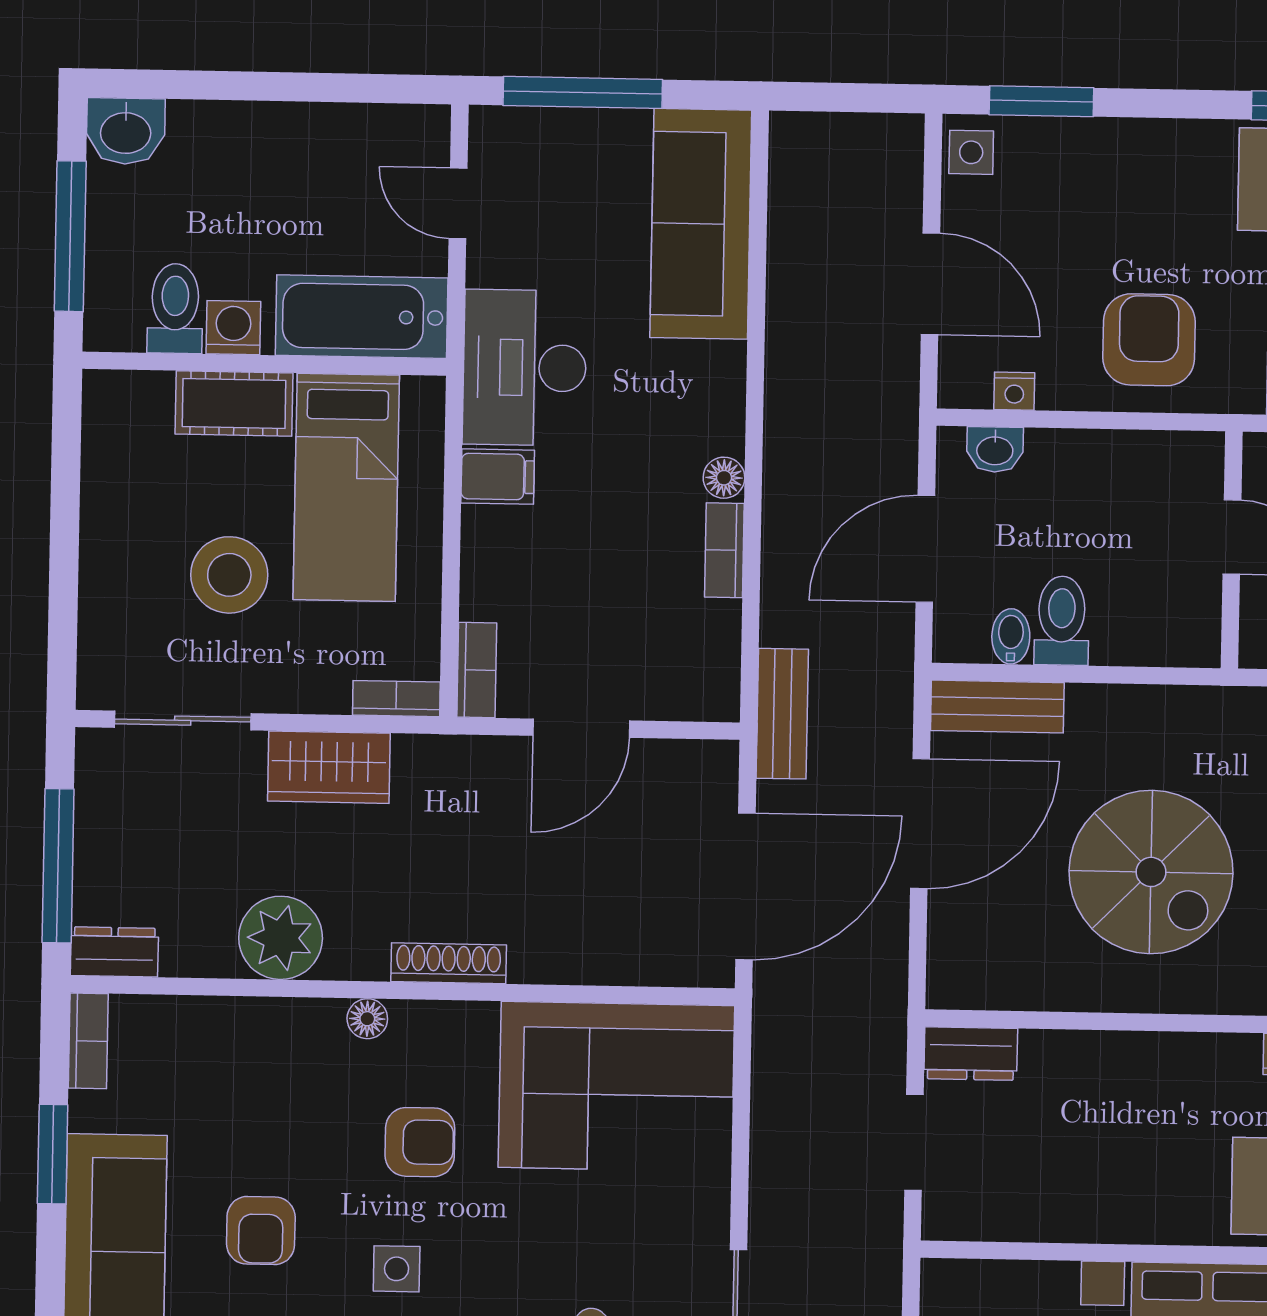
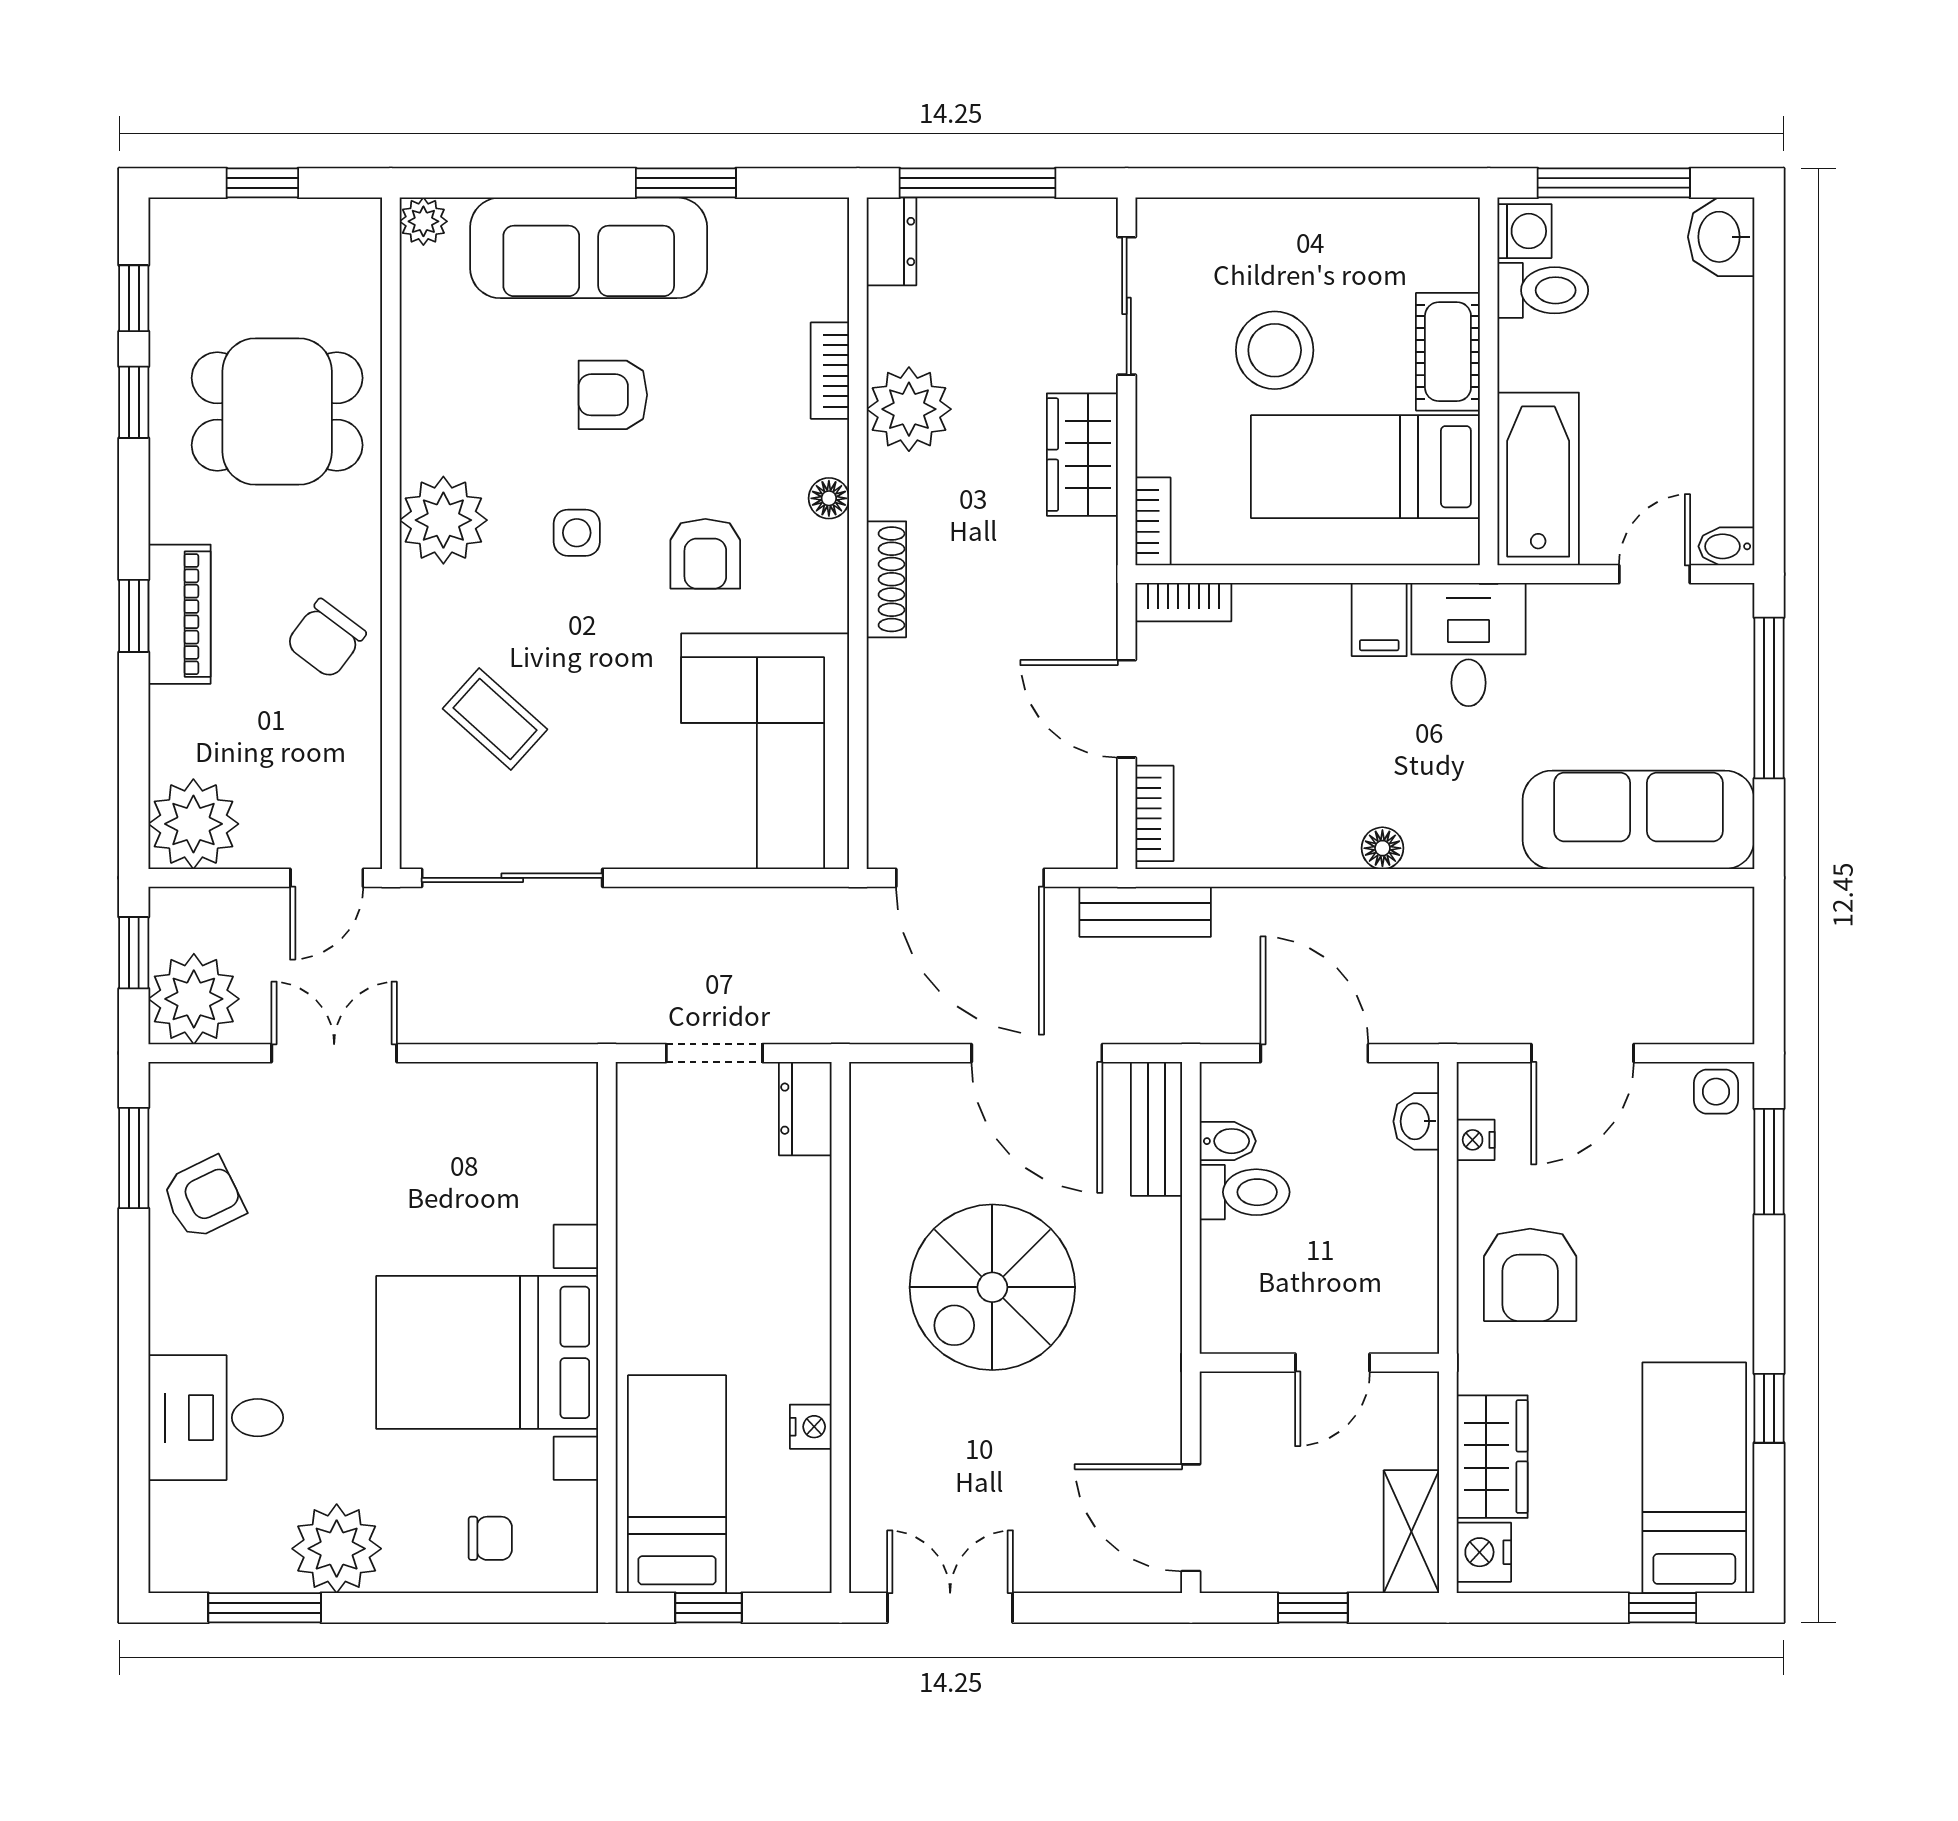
bidet: (432, 132) -> (1726, 546), added
washing machine: (233, 328) -> (1524, 231), moved
armchair: (1149, 340) -> (1530, 1275), turned 90
desk: (525, 368) -> (1469, 645), width x0.73
bookcase: (724, 550) -> (1154, 813), moved, turned 90
bookcase: (88, 1041) -> (830, 371), moved, turned 90

